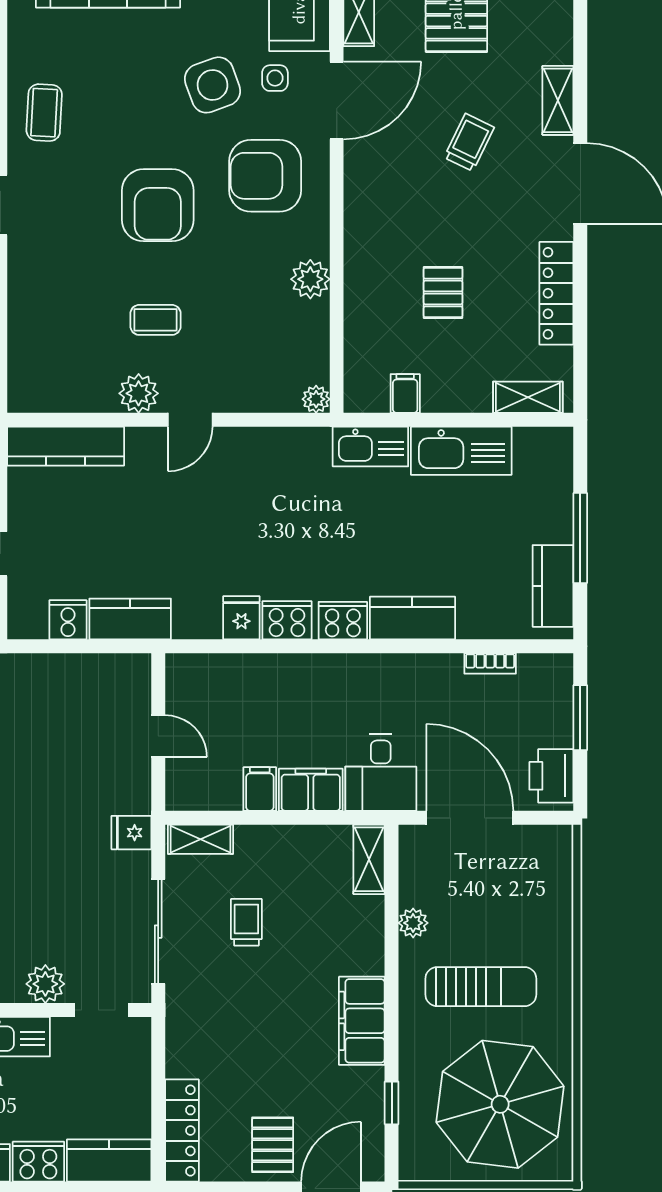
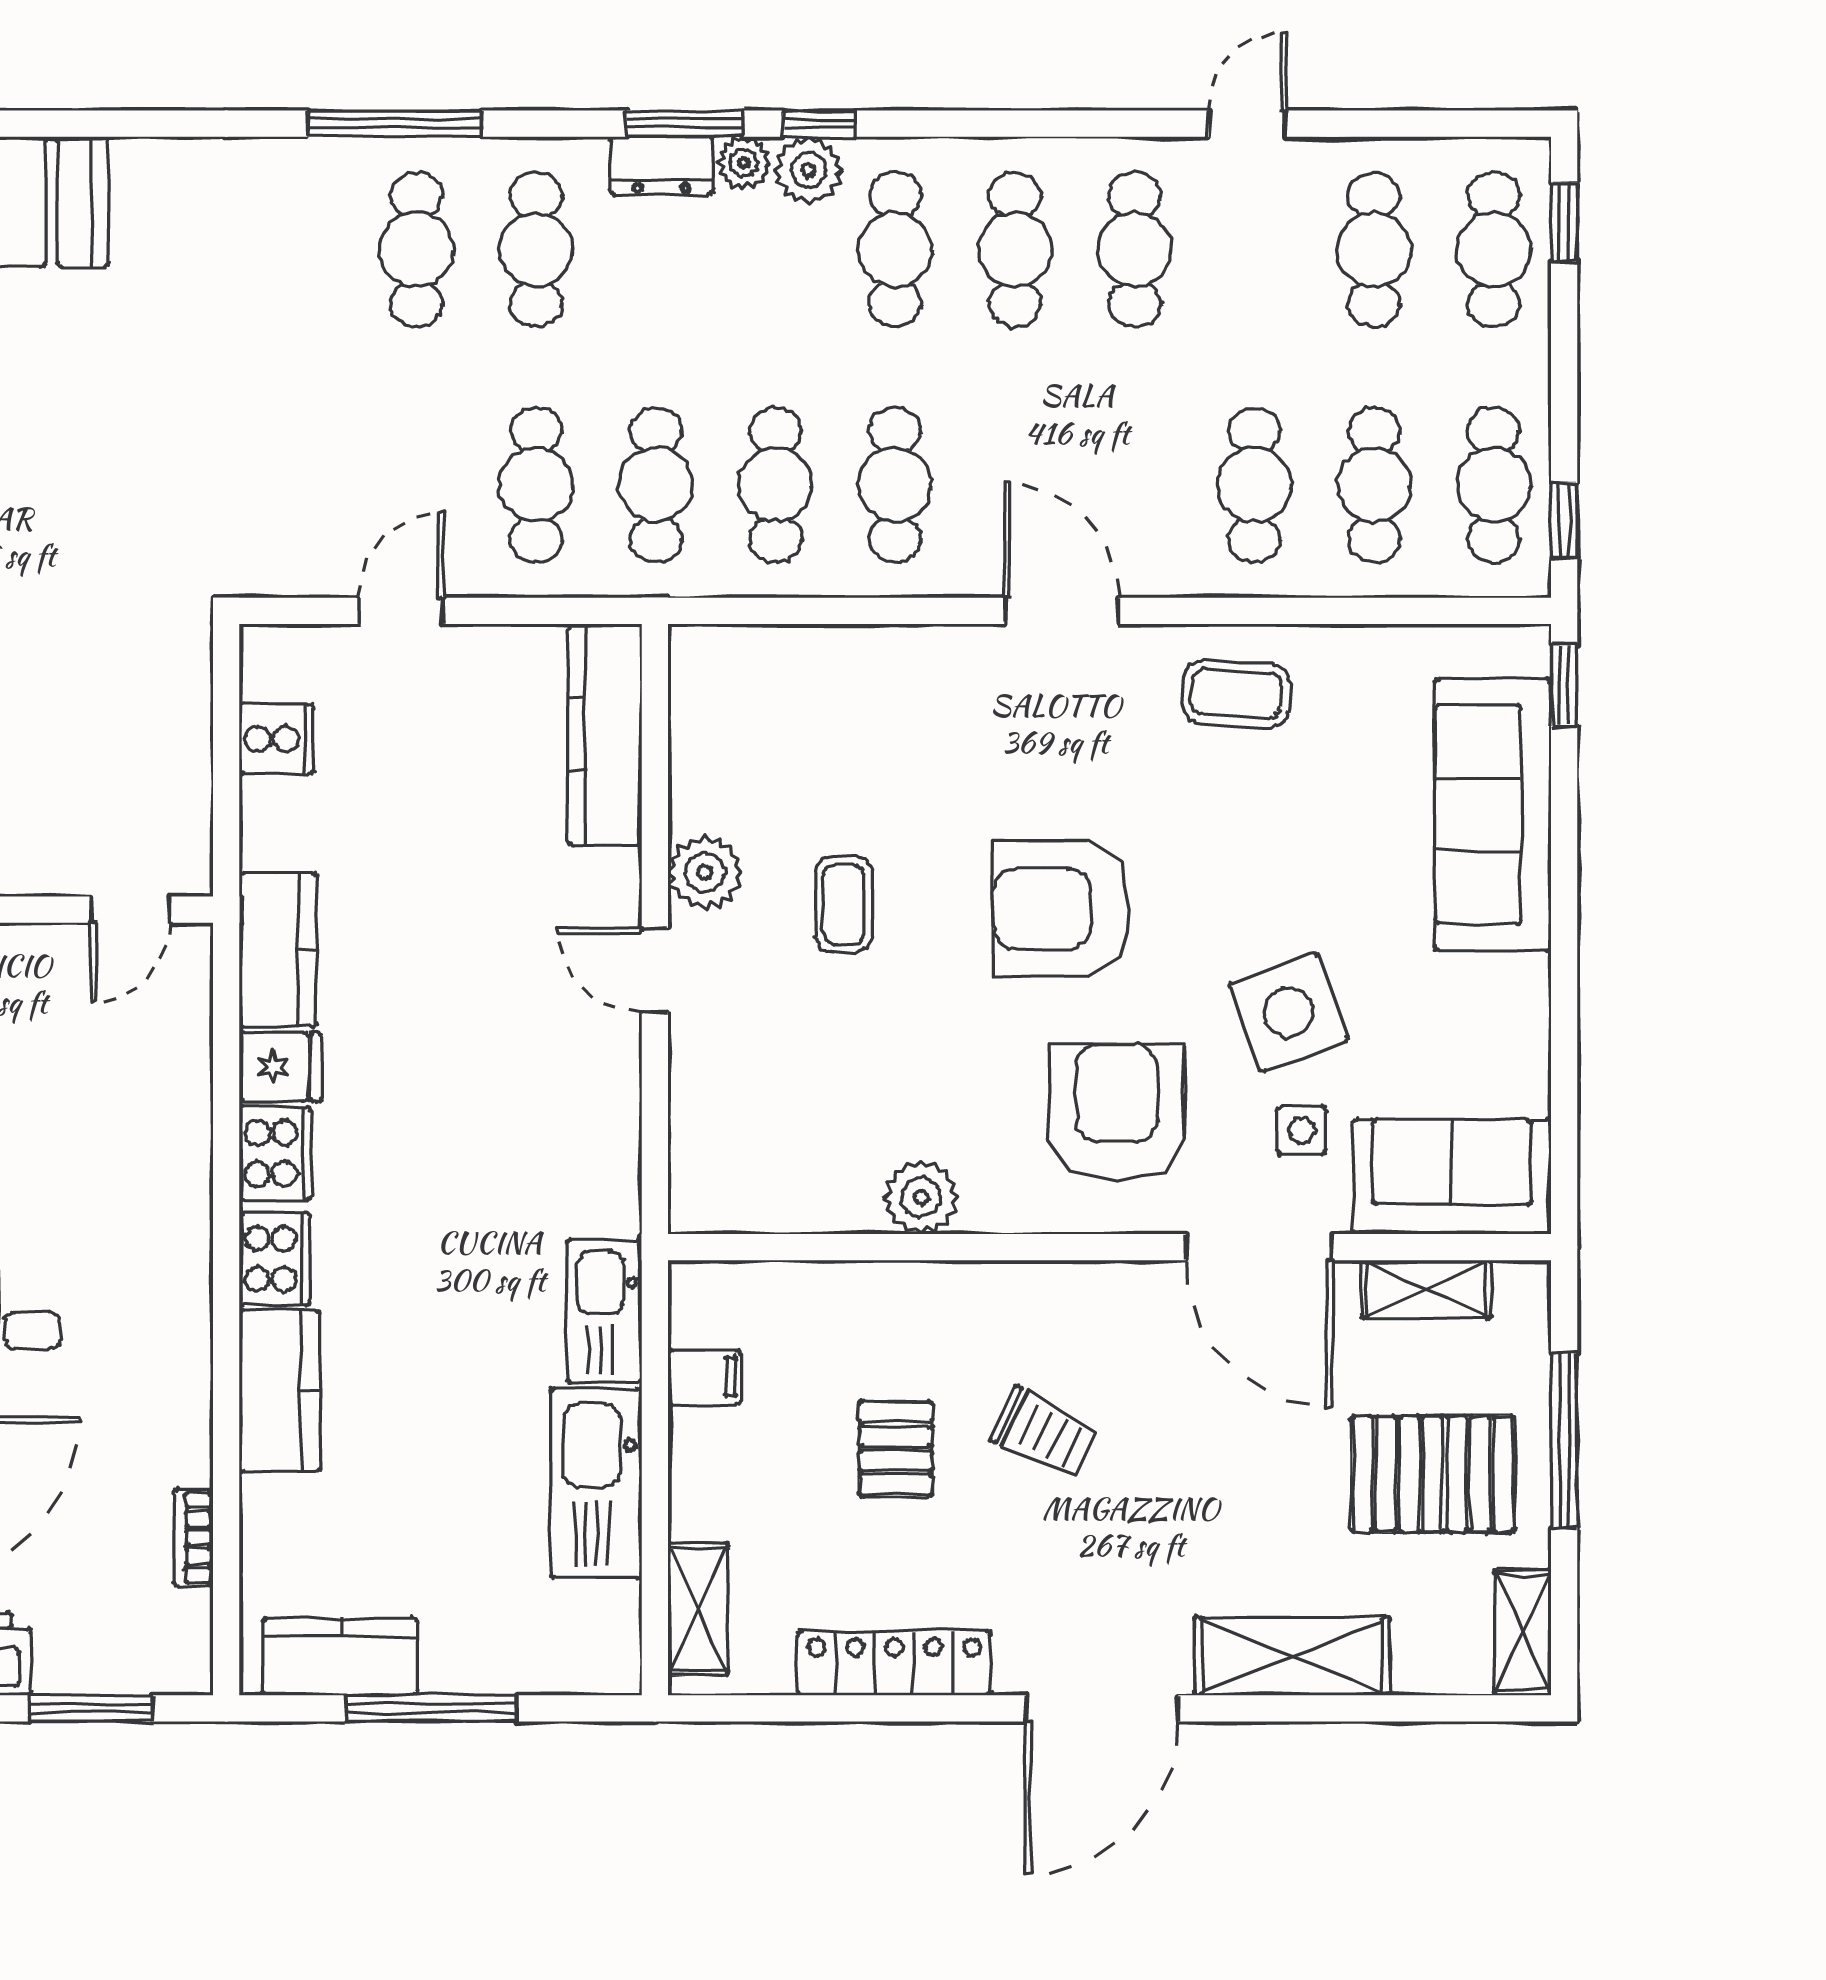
shelving: (558, 100) -> (1292, 1656), width x1.50, depth x1.33
trolley: (469, 142) -> (1044, 1433), moved
pallet: (443, 293) -> (896, 1449), turned 90
plant: (316, 399) -> (694, 1208), removed
kitchen counter: (130, 619) -> (278, 950), moved
door: (158, 736) -> (130, 910), moved

